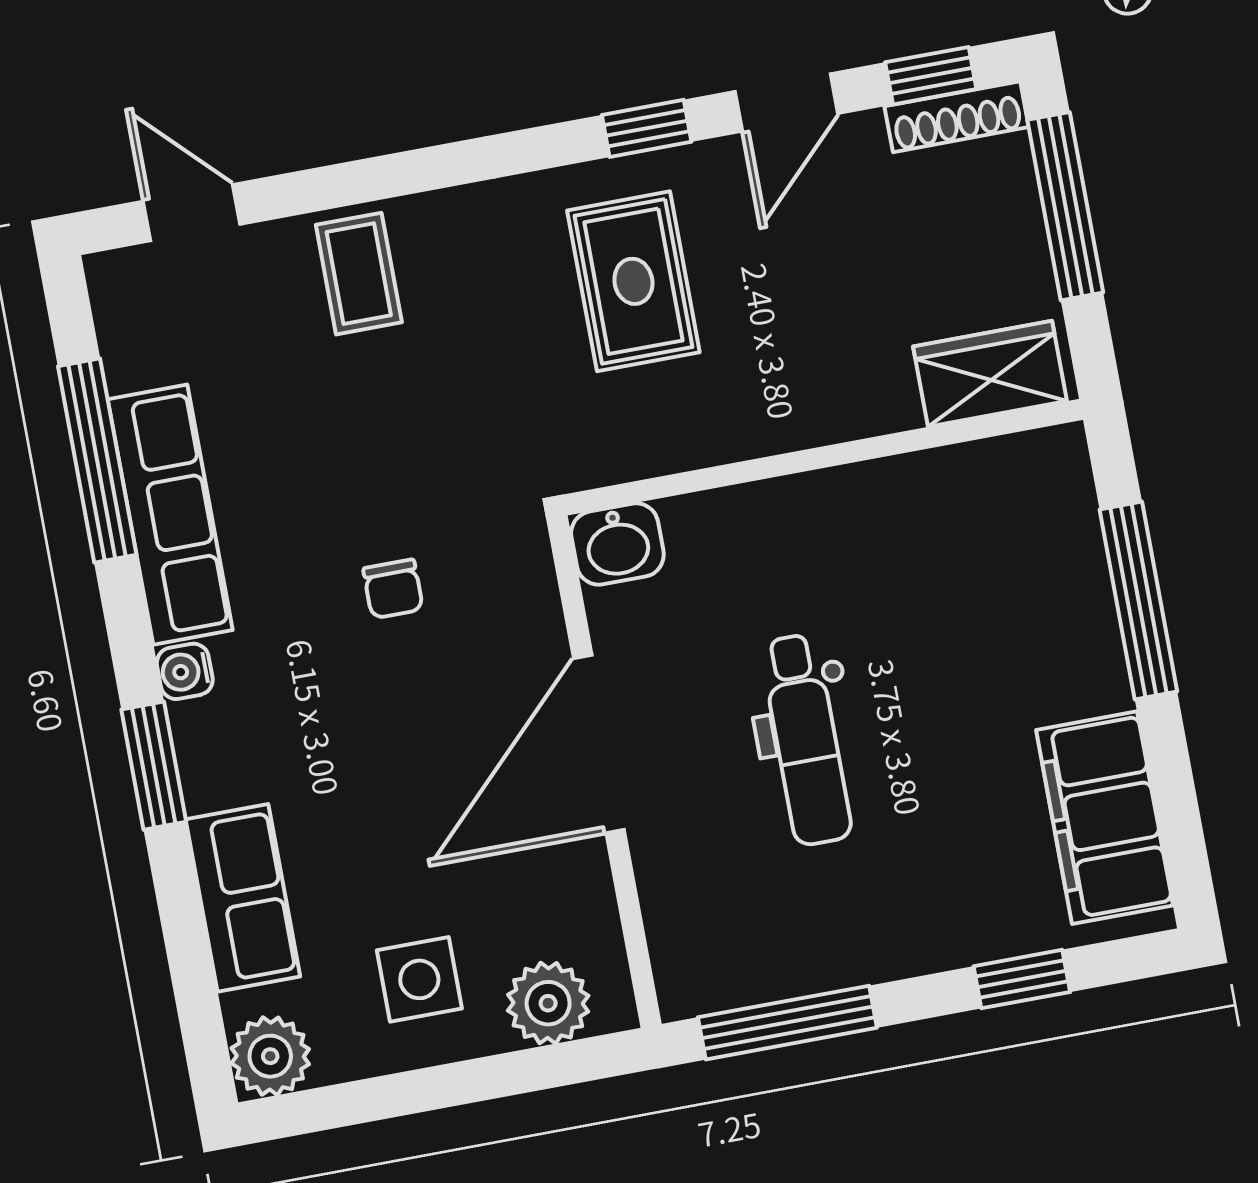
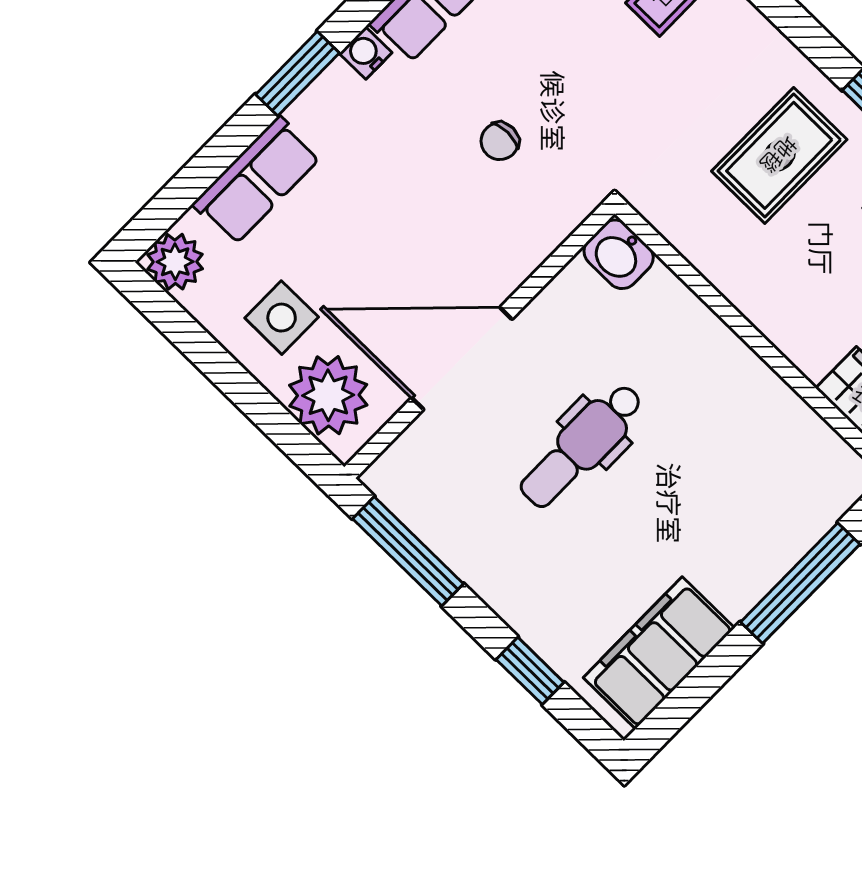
door: (599, 744) -> (462, 358), moved
plant: (548, 1003) -> (328, 395), width x1.36, depth x1.36

